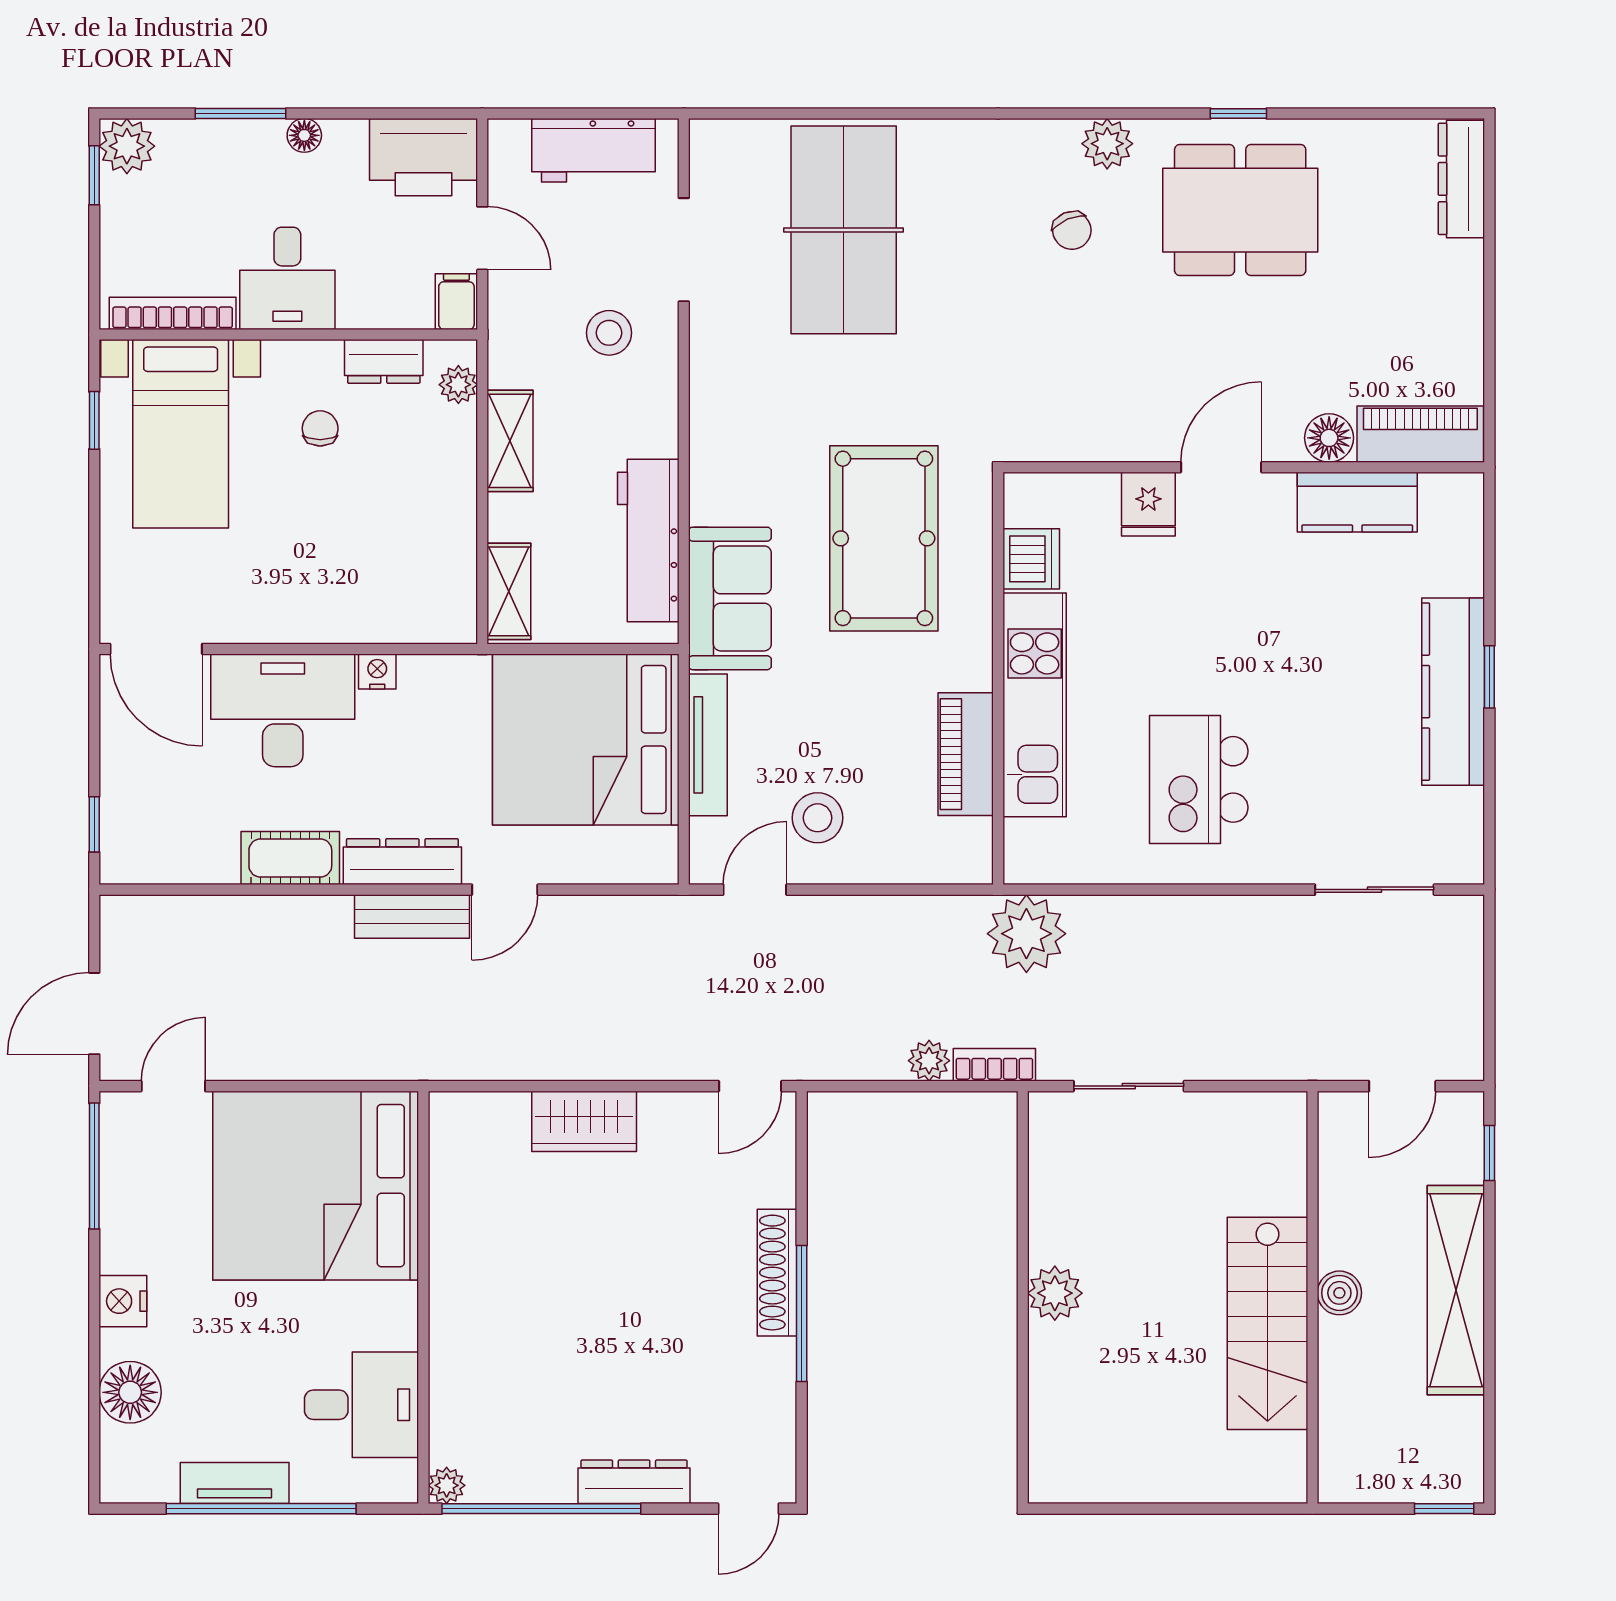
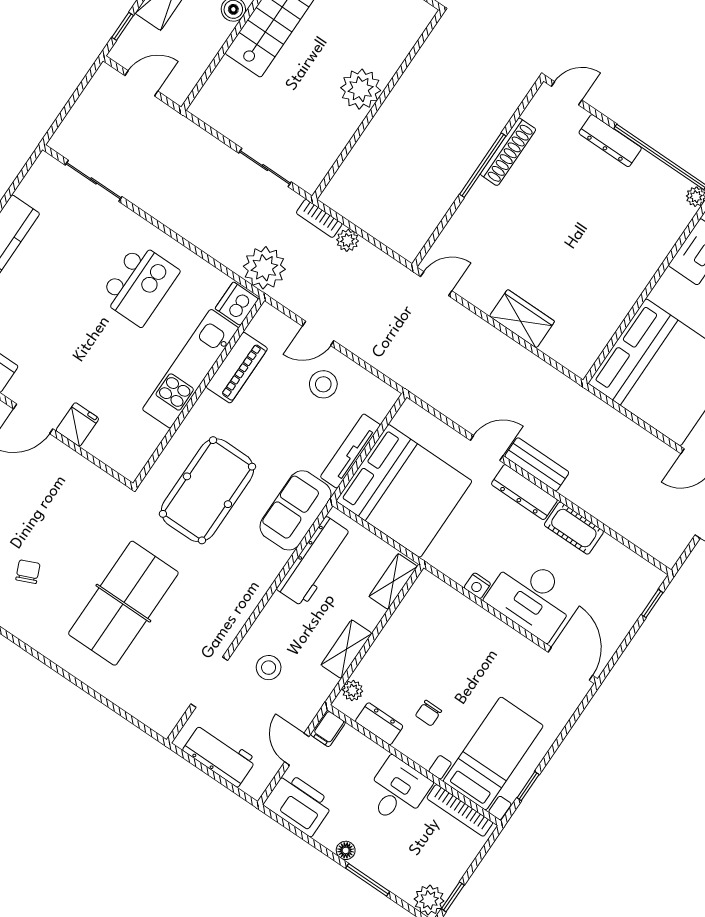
table tennis table: (844, 230) -> (123, 603), moved
dishwasher: (1031, 559) -> (237, 304), moved
door: (755, 890) -> (318, 333), moved
shoe rack: (777, 1273) -> (508, 152), moved
plant: (1055, 1293) -> (361, 89), width x1.36, depth x1.36

